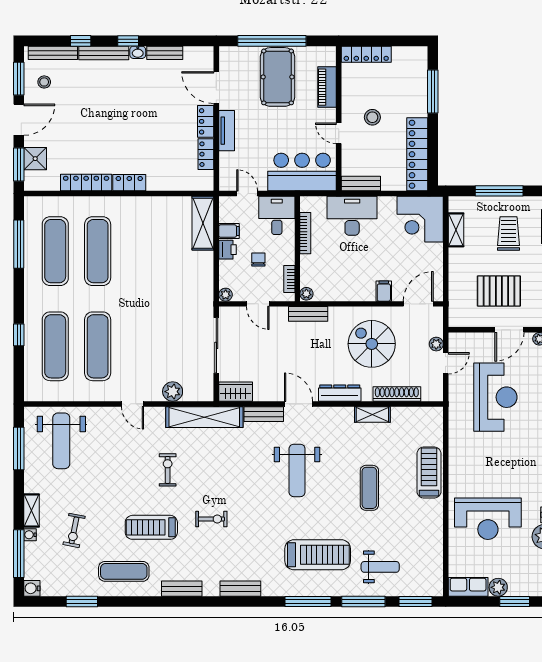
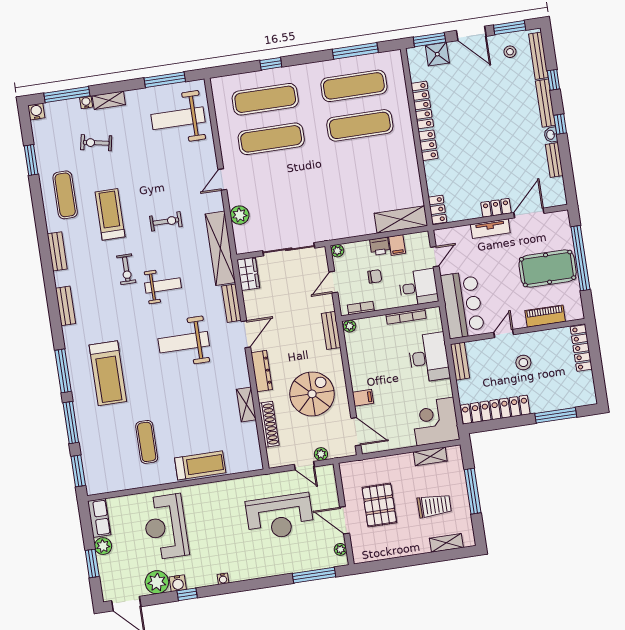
locker: (206, 154) -> (437, 210), moved, turned 90
exercise mat: (369, 488) -> (147, 442), moved, turned 90
weight bench: (380, 567) -> (163, 285), moved, turned -90

